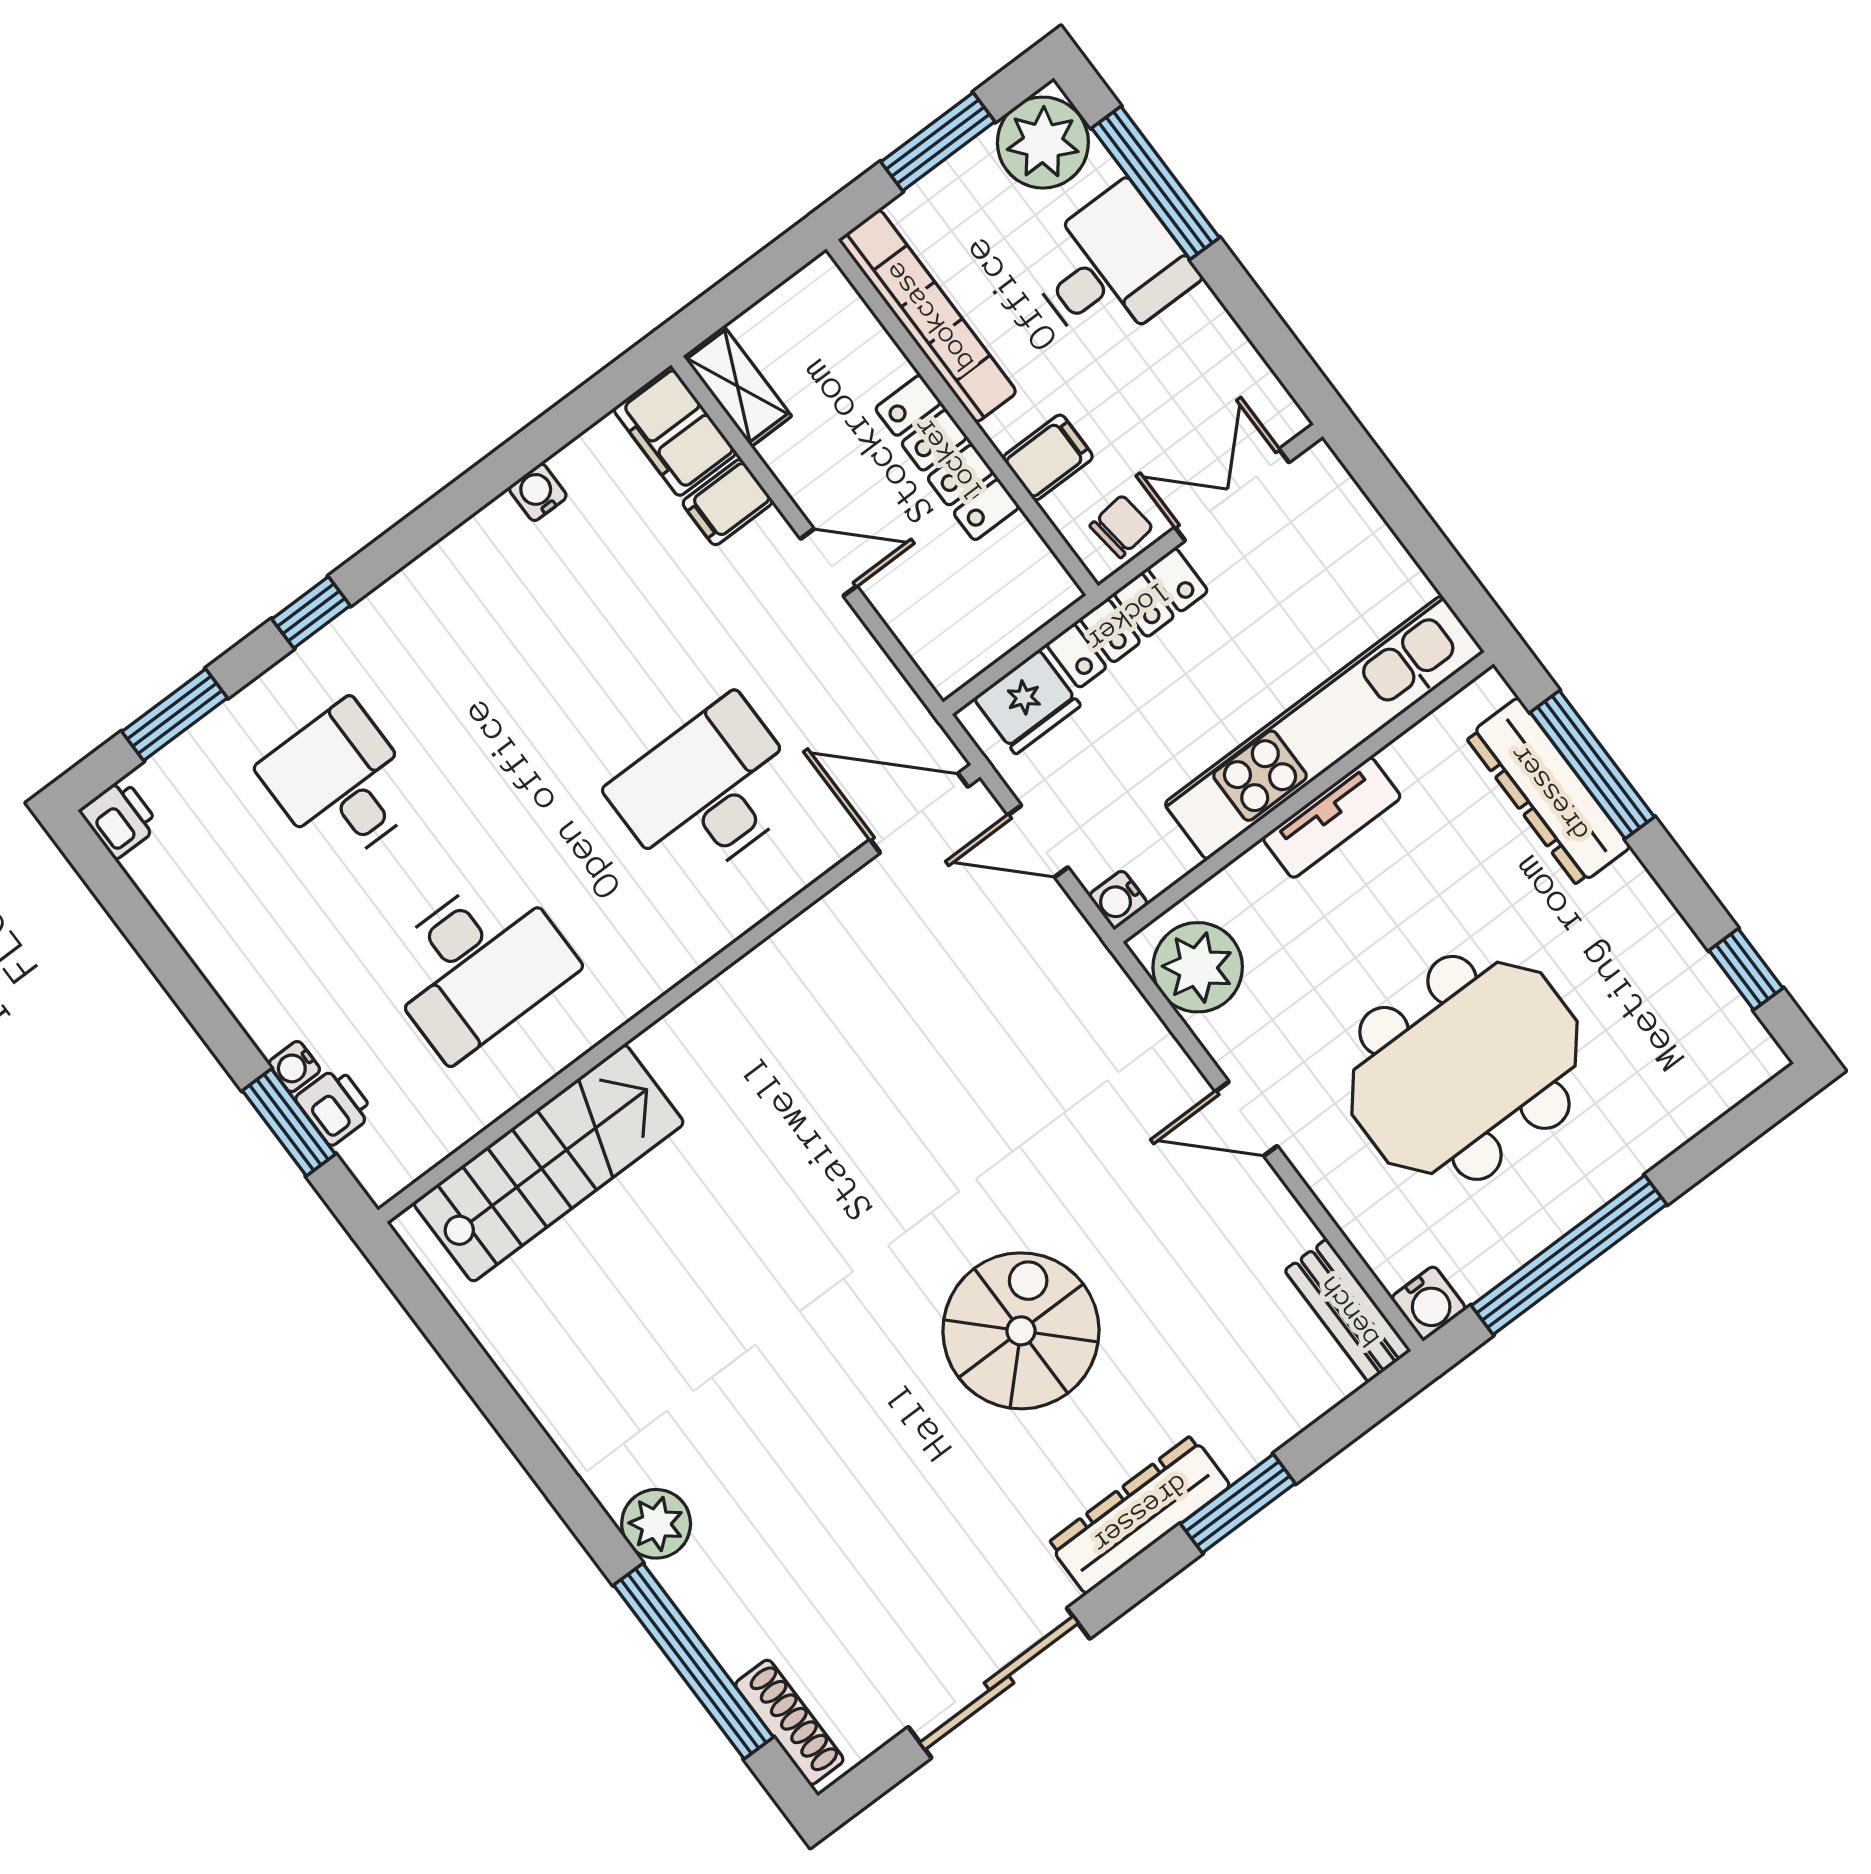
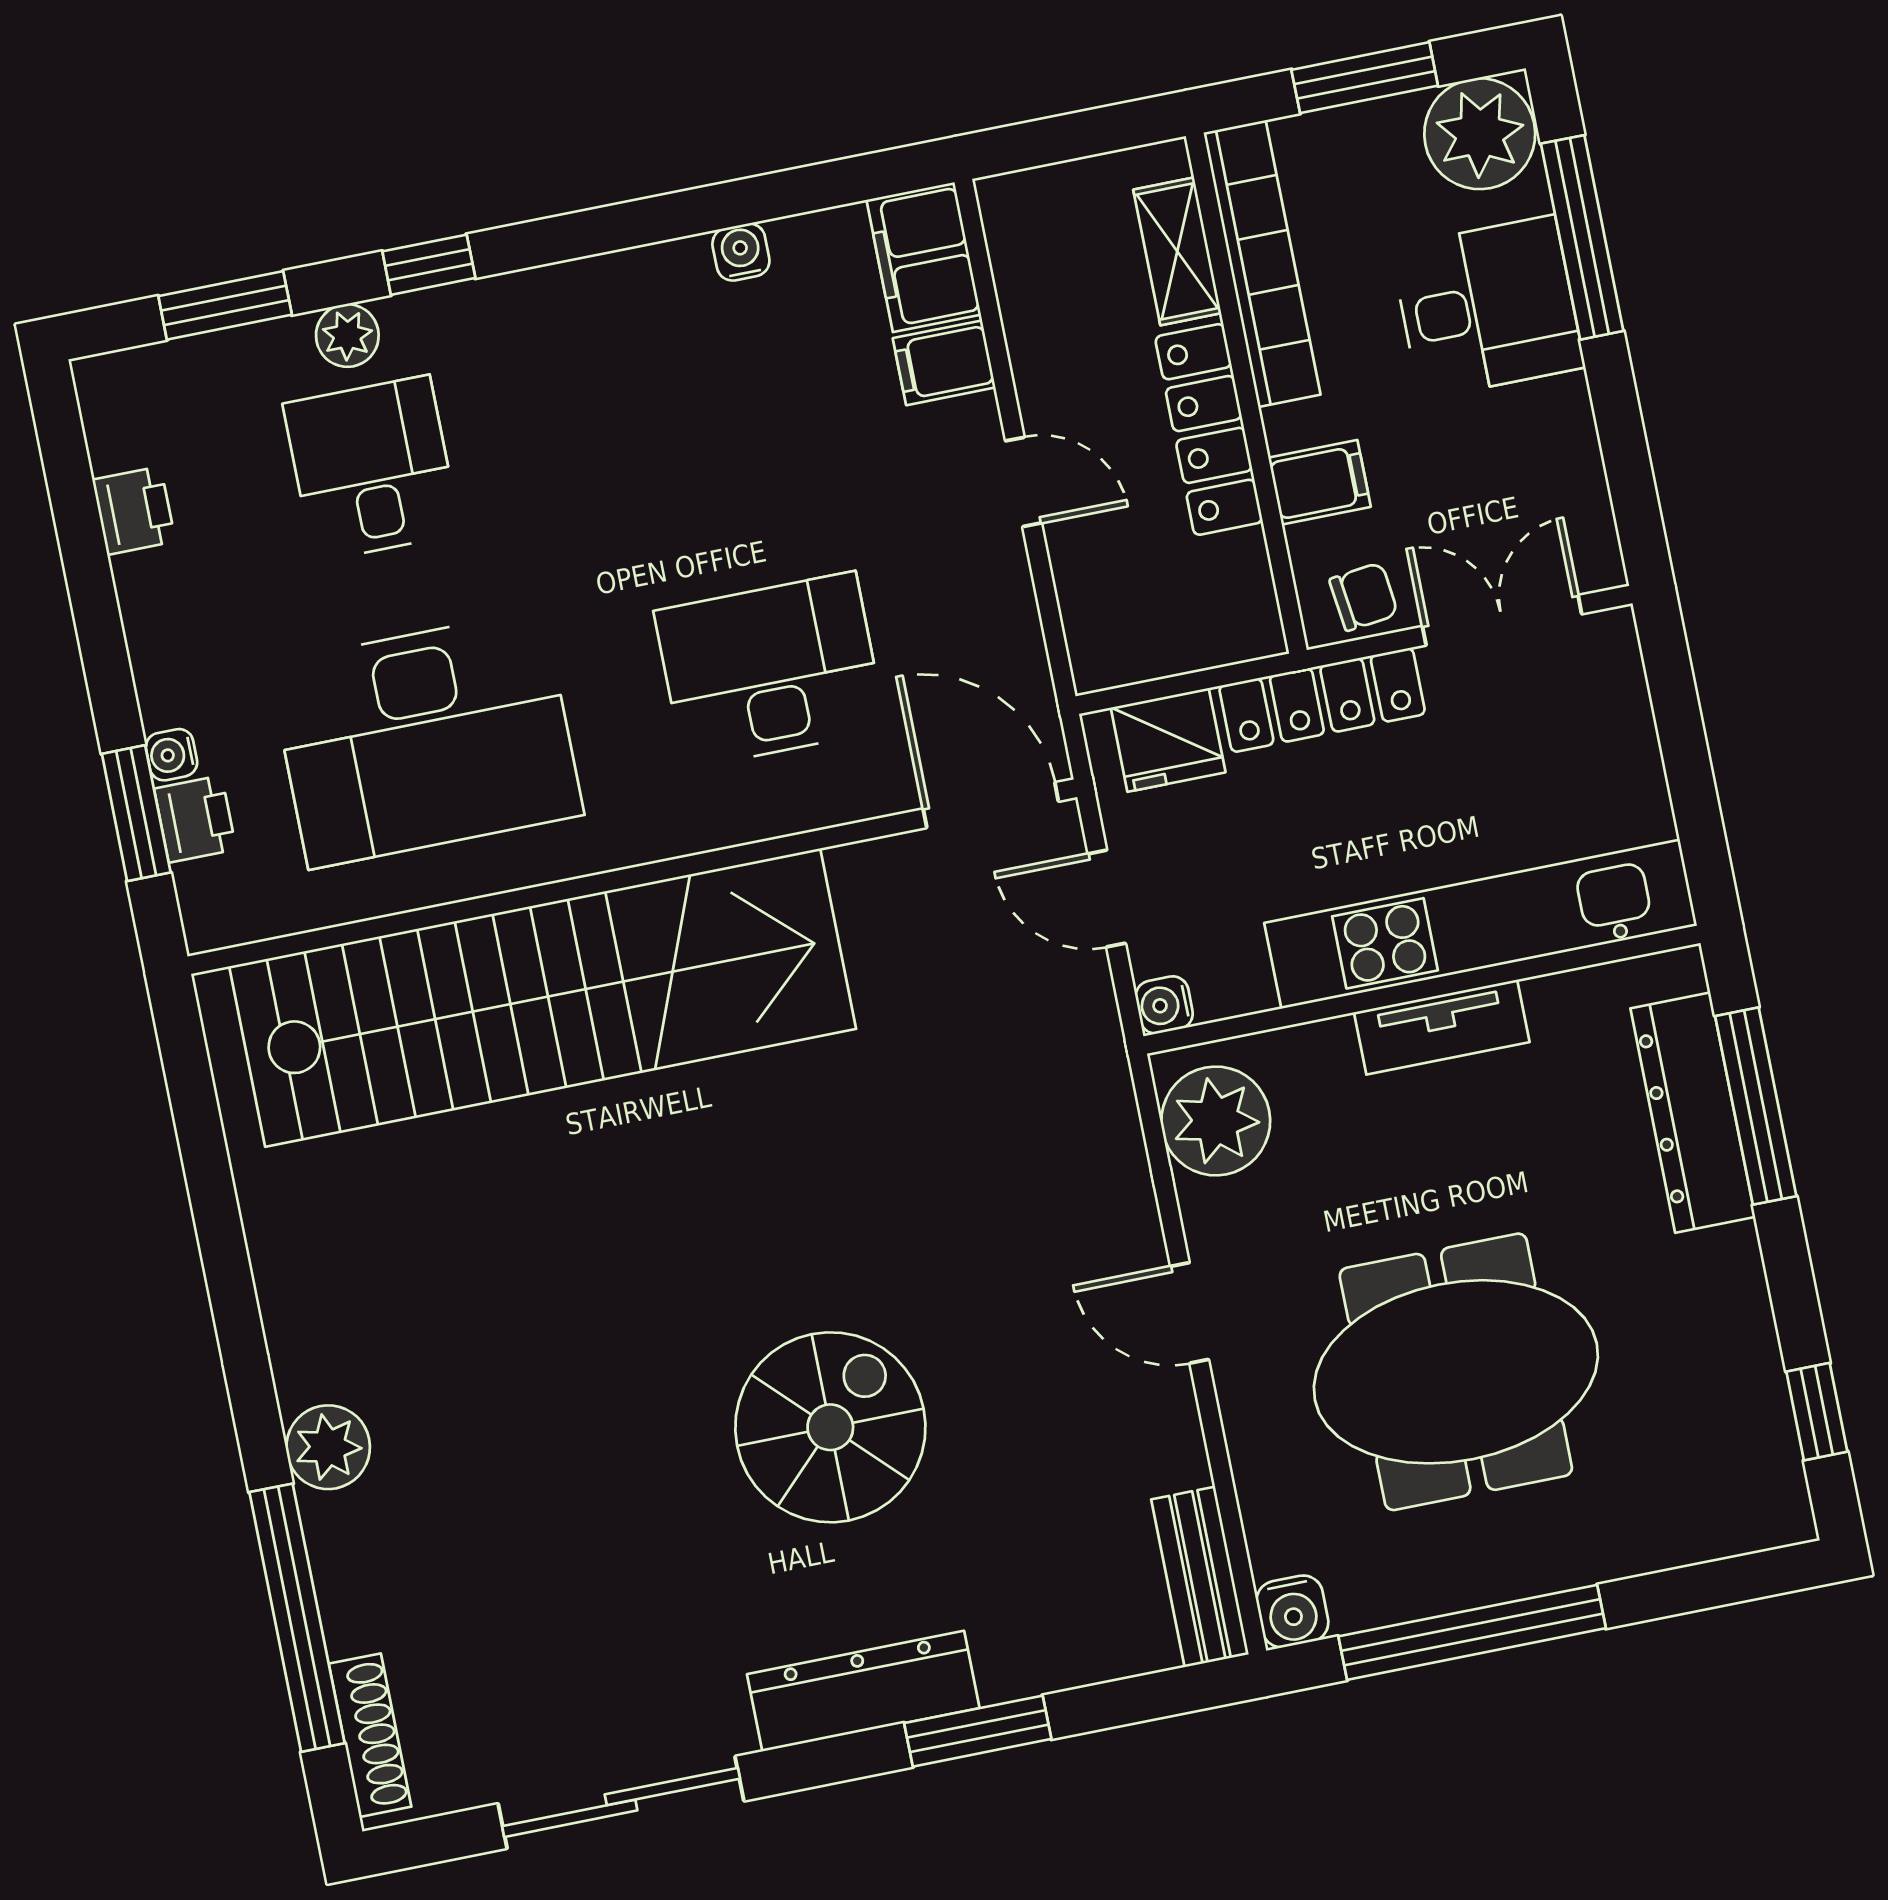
shelving: (737, 386) -> (1177, 251), moved
plant: (276, 694) -> (347, 336), added
printer: (119, 818) -> (134, 511), moved
desk: (477, 965) -> (426, 739), width x1.36, depth x1.30
stairs: (549, 1163) -> (543, 998), width x1.86, depth x1.51

